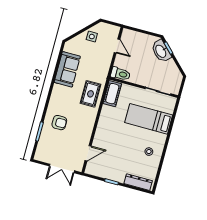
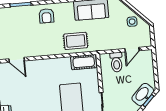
toilet: (120, 74) -> (116, 62), moved
armchair: (59, 123) -> (46, 16), moved

